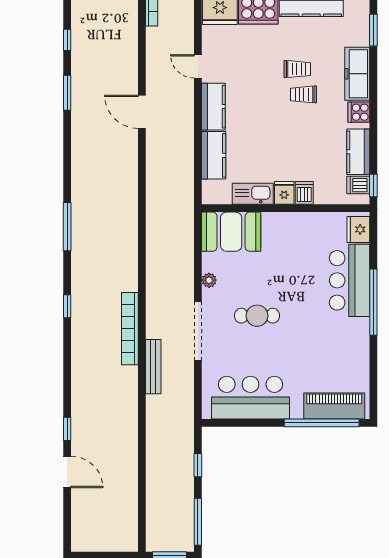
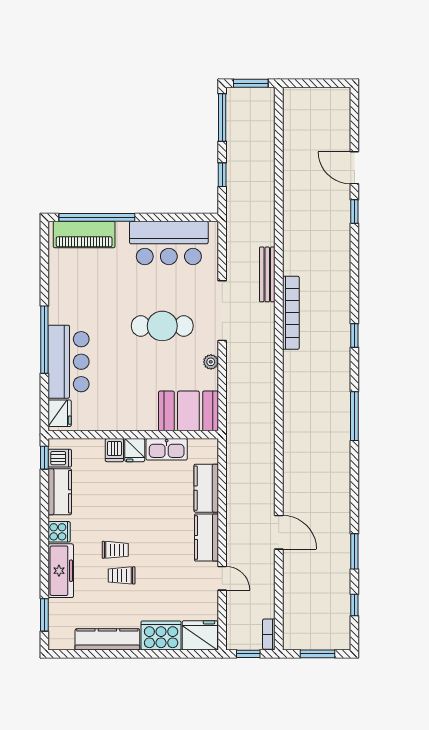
cafe table: (257, 316) -> (162, 326), width x1.37, depth x1.35

